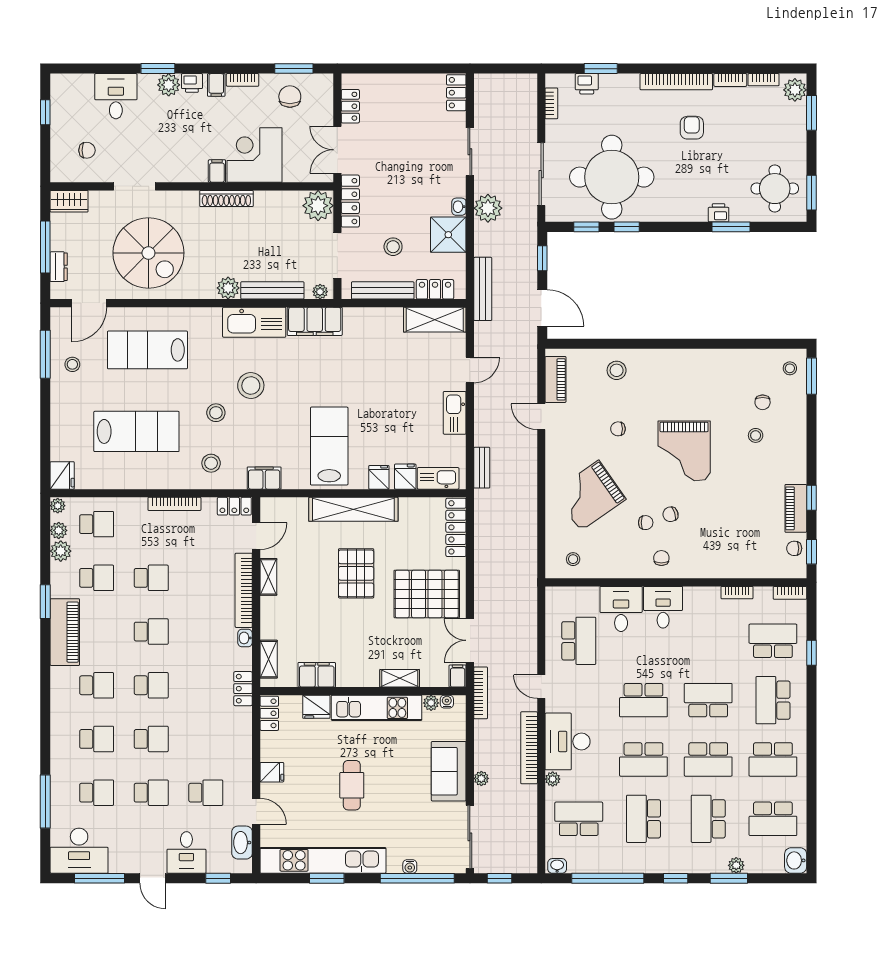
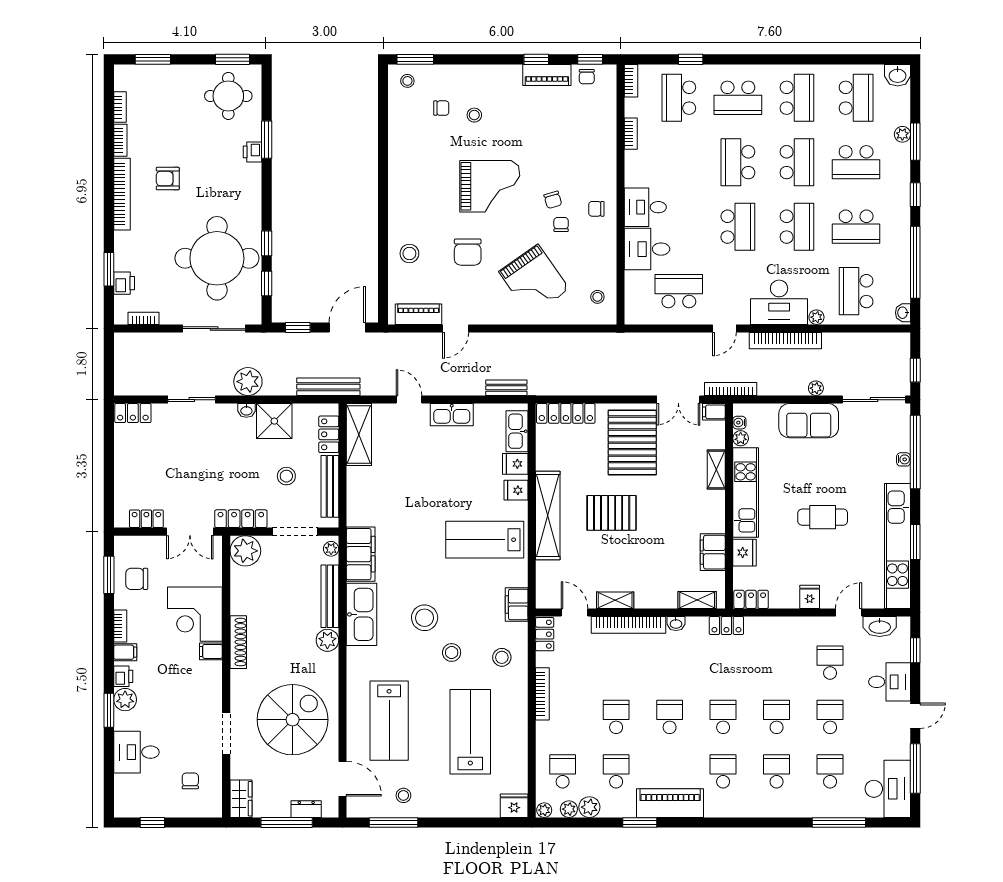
plant: (795, 90) -> (130, 76), removed
chair: (618, 429) -> (468, 252), width x1.87, depth x1.87

